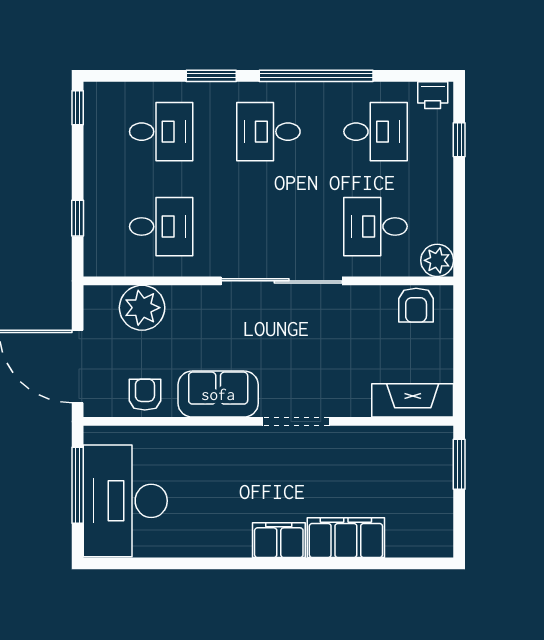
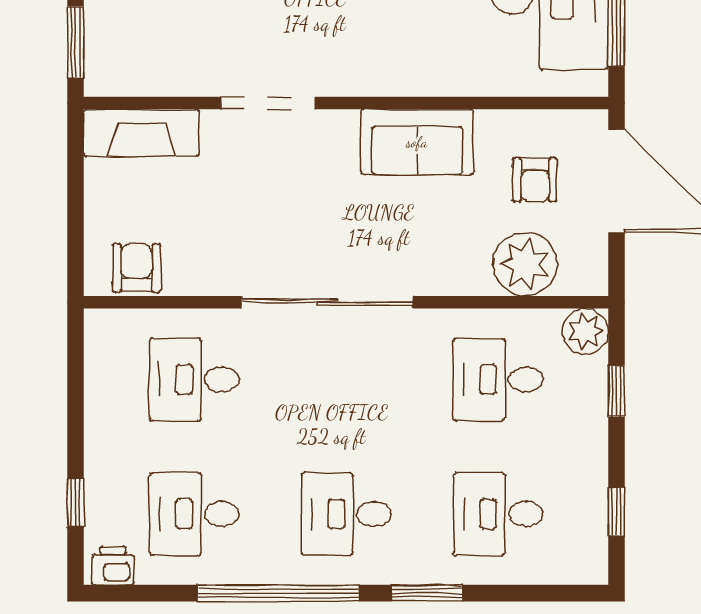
window: (78, 108) -> (617, 512), moved
desk: (268, 132) -> (346, 514), turned 180
desk: (376, 227) -> (194, 379), turned 180
plant: (437, 260) -> (585, 331), moved
armchair: (145, 395) -> (535, 180), moved
doorway: (296, 421) -> (268, 103), moved

